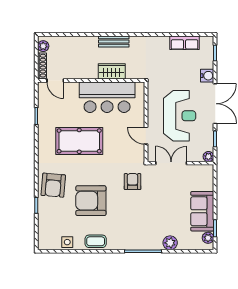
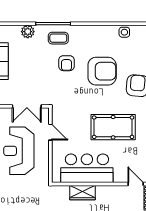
armchair: (133, 182) -> (66, 63), moved
coffee table: (96, 241) -> (58, 38), moved

